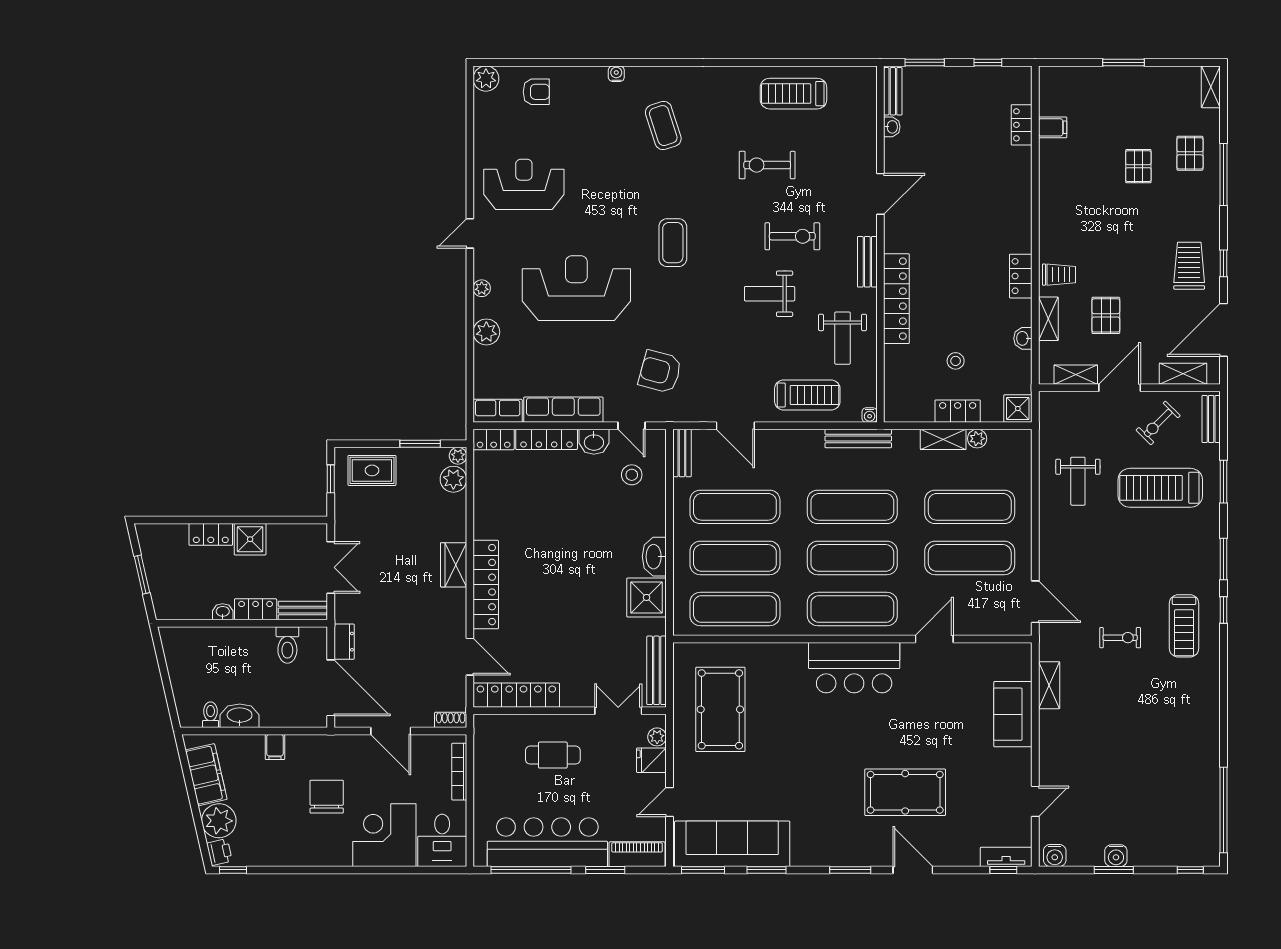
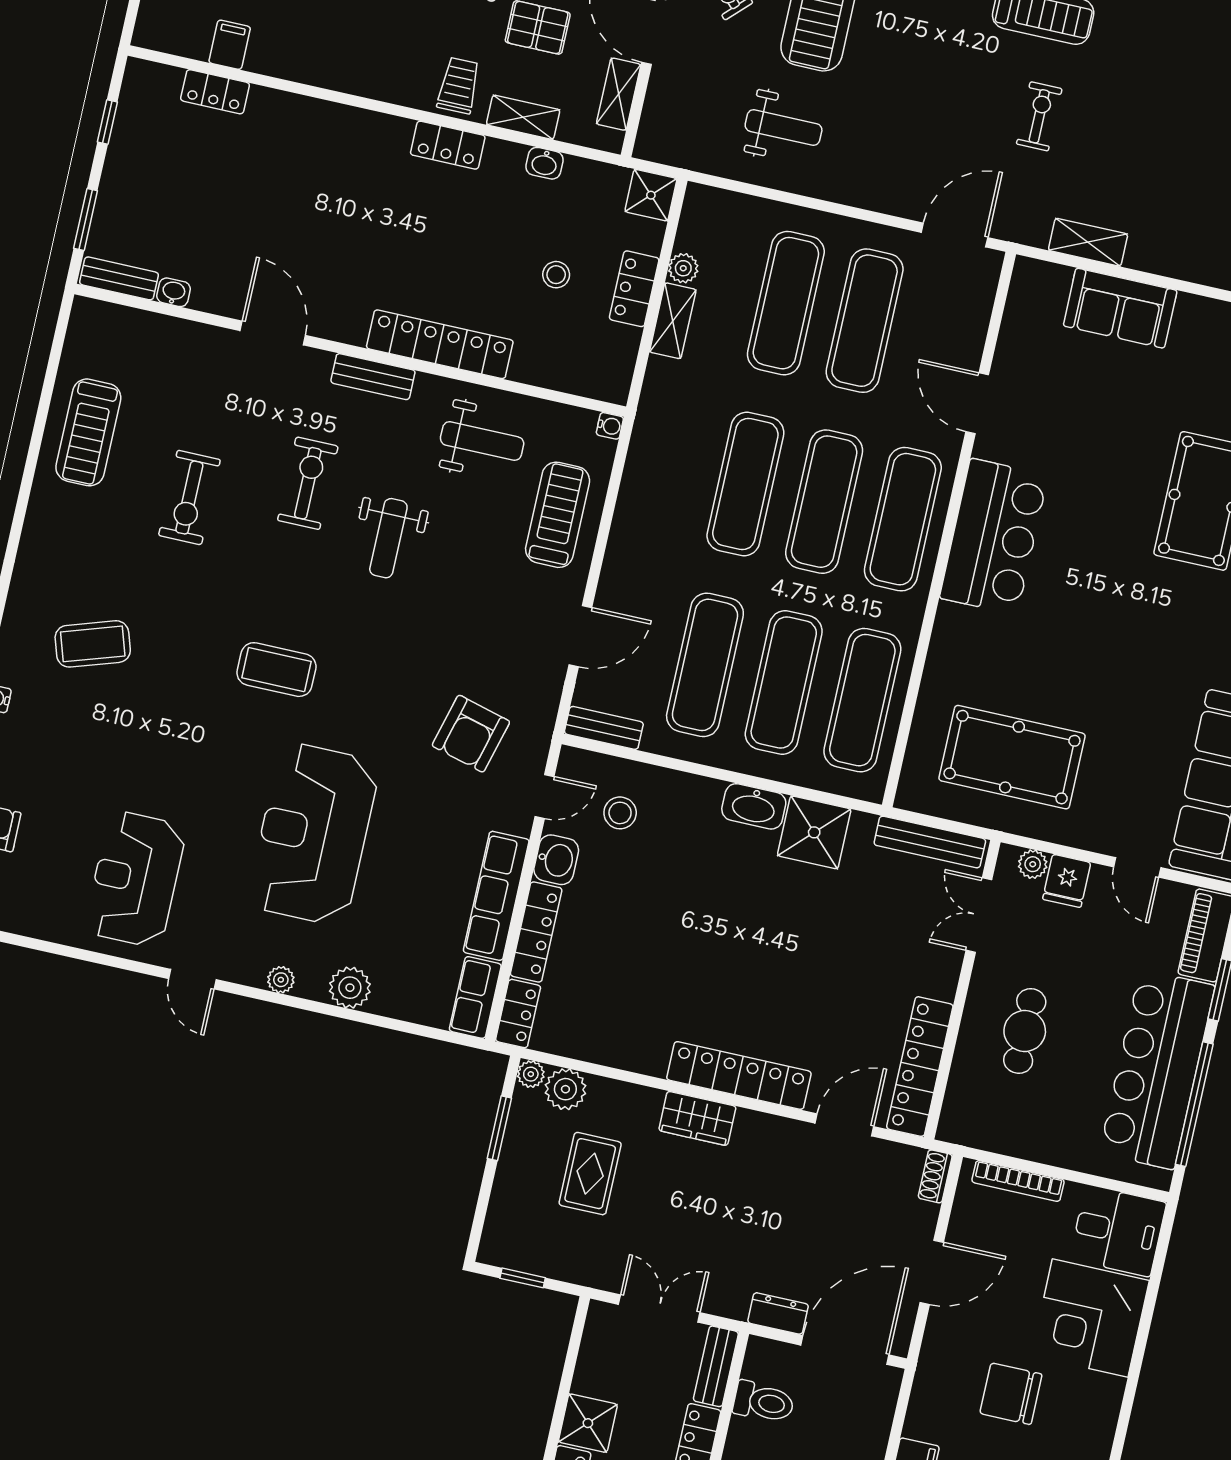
bench: (858, 439) -> (642, 451), removed
rug: (372, 470) -> (590, 1174), moved

